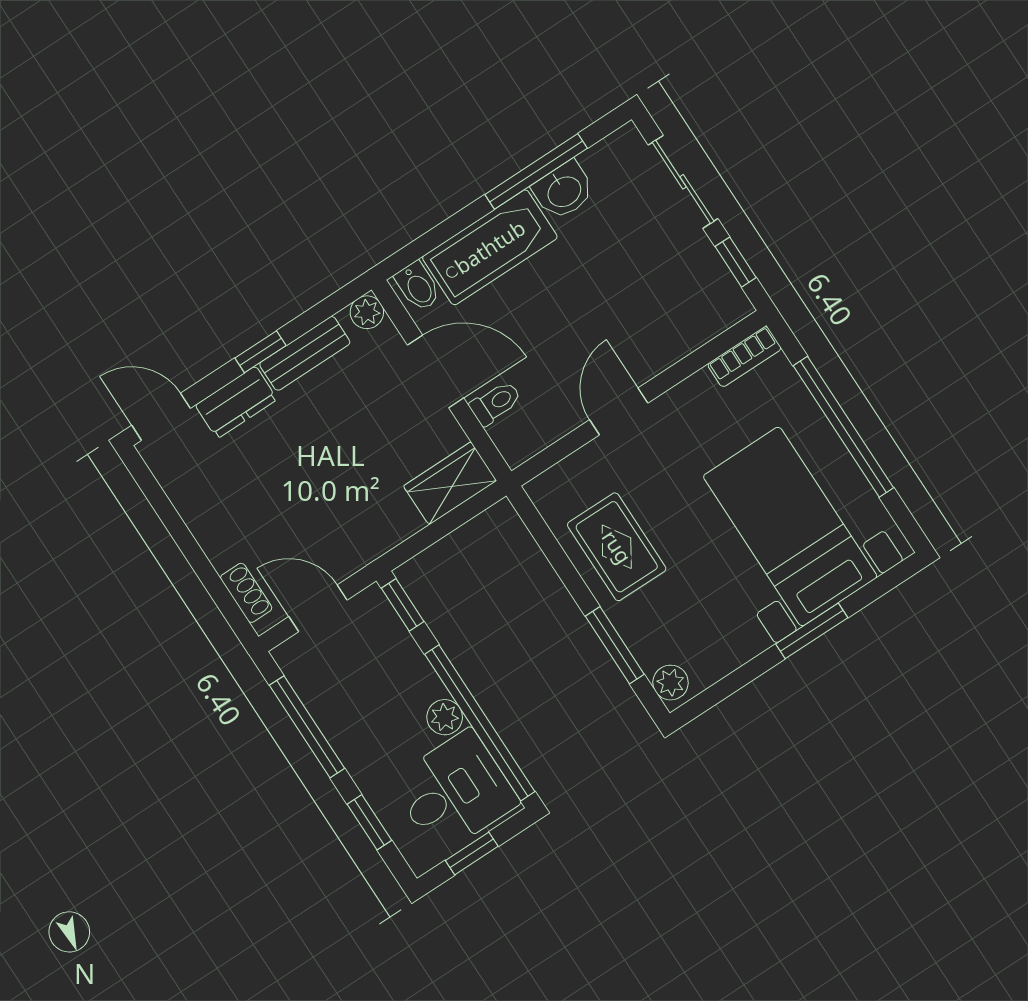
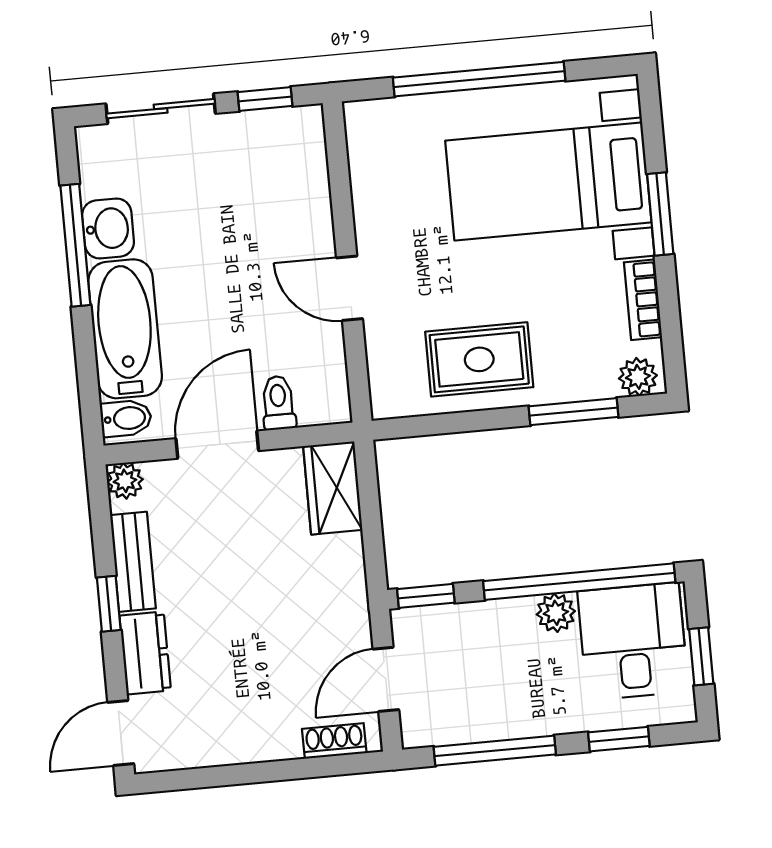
bookcase: (744, 357) -> (643, 300), moved, turned 180

